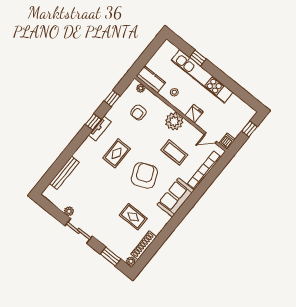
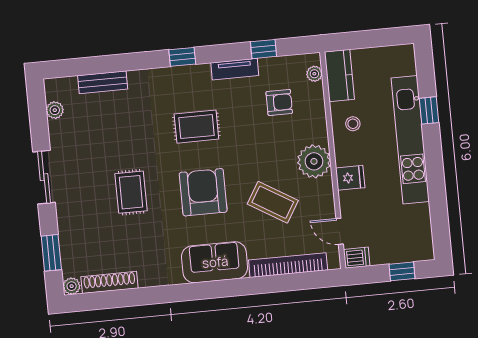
armchair: (138, 113) -> (279, 102), turned 180
window: (93, 122) -> (182, 57), moved
tv unit: (100, 128) -> (235, 69), moved
coffee table: (174, 153) -> (273, 202), turned -59
bench: (64, 173) -> (103, 82), width x0.73
armchair: (144, 176) -> (203, 192), turned -67
plant: (69, 211) -> (55, 110), moved
rug: (133, 217) -> (131, 192), moved

